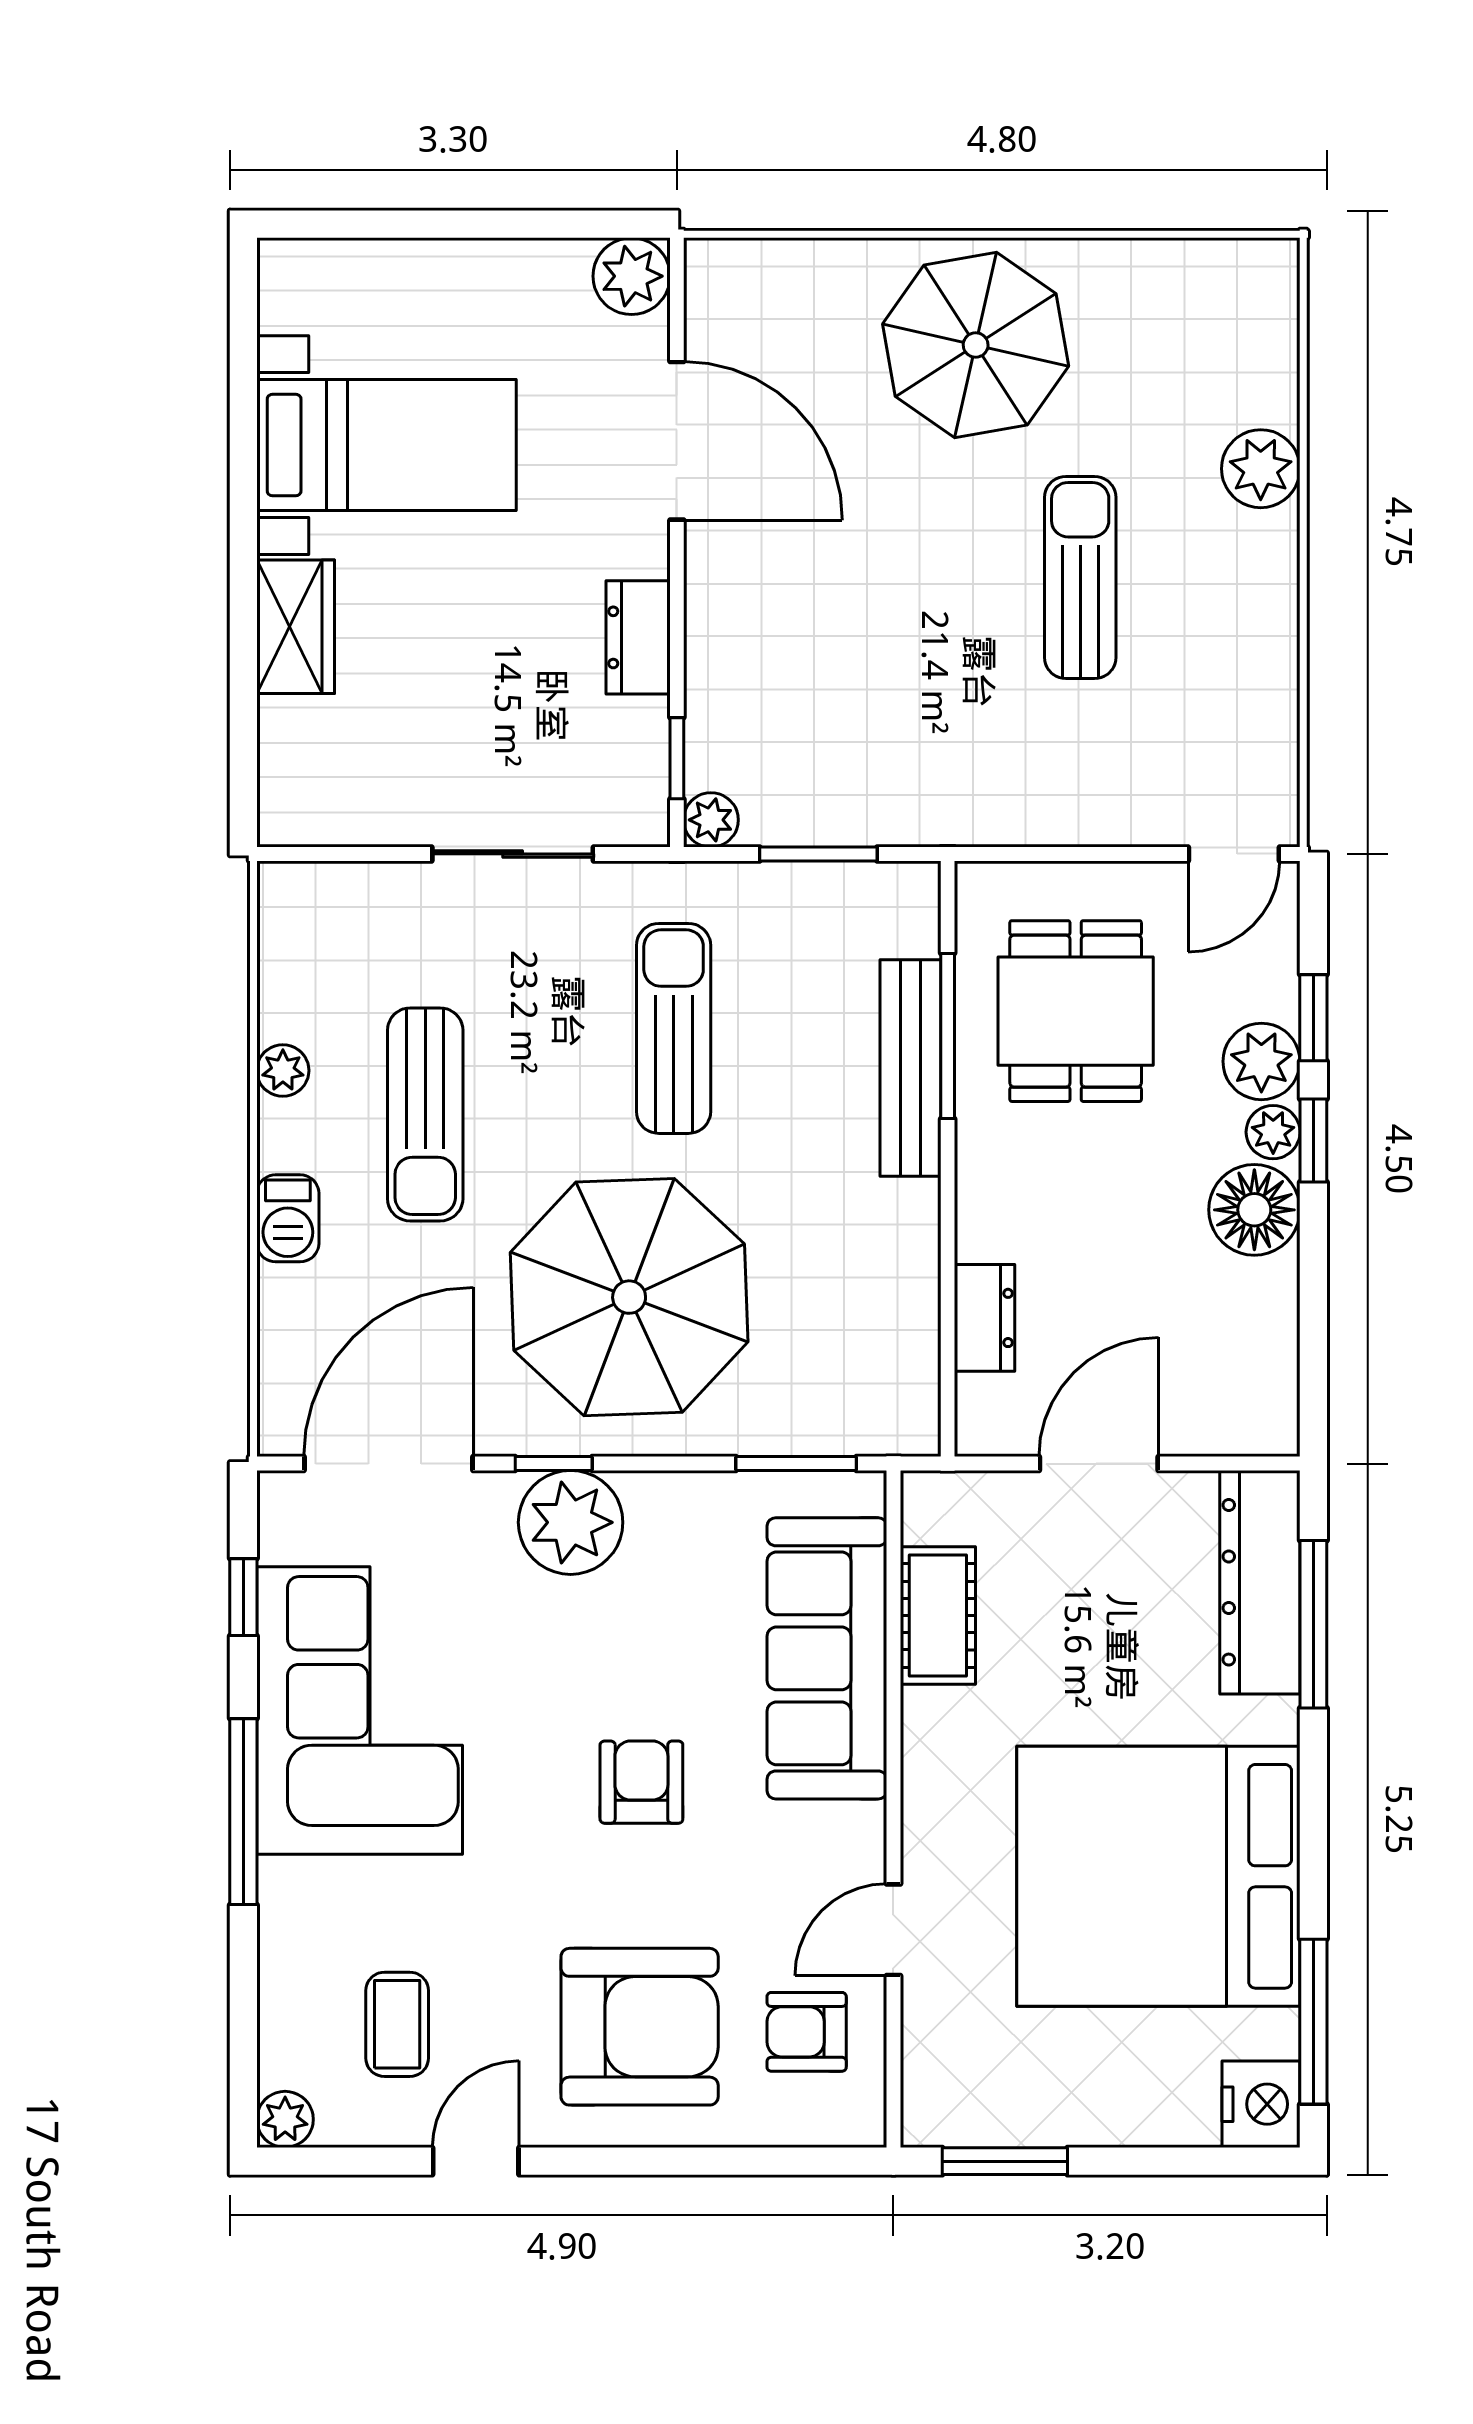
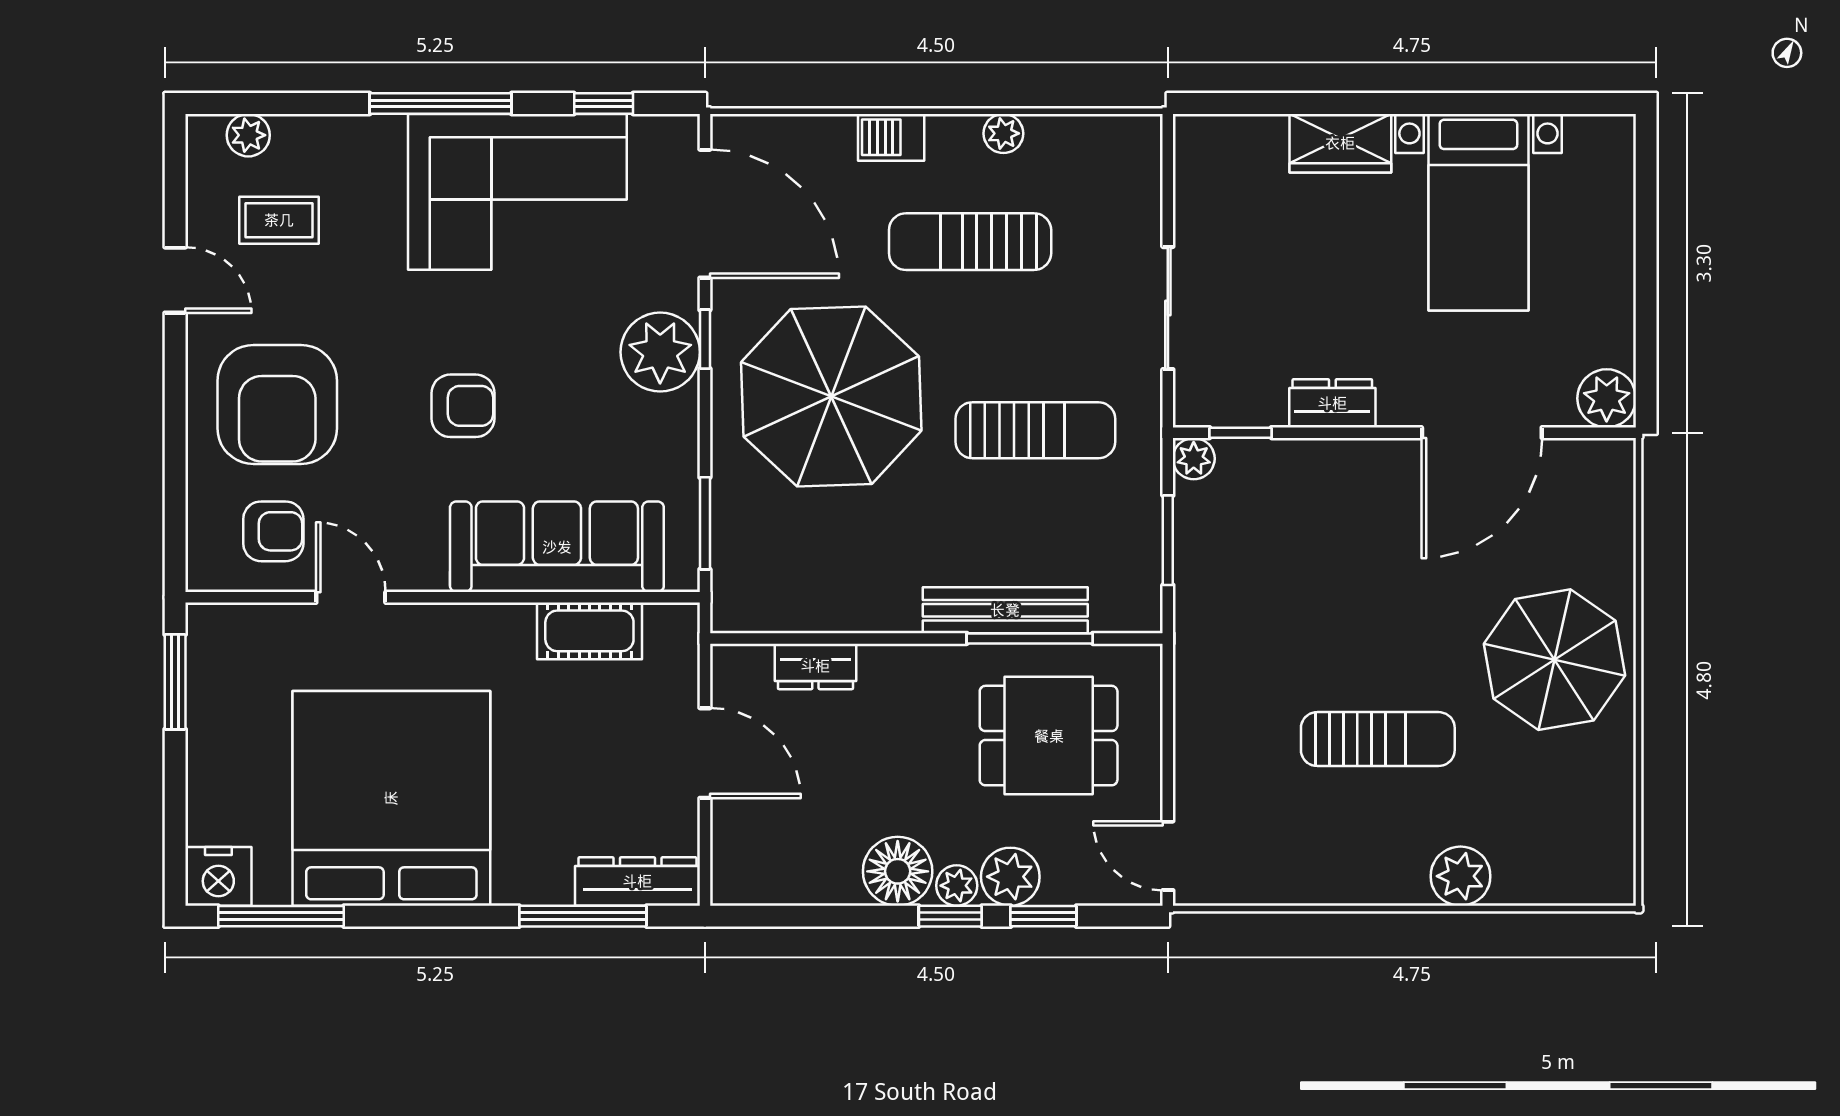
dresser: (1260, 1582) -> (637, 881), width x0.73, depth x0.80
armchair: (807, 2032) -> (273, 531), turned 90
plant: (285, 2119) -> (248, 135), moved

